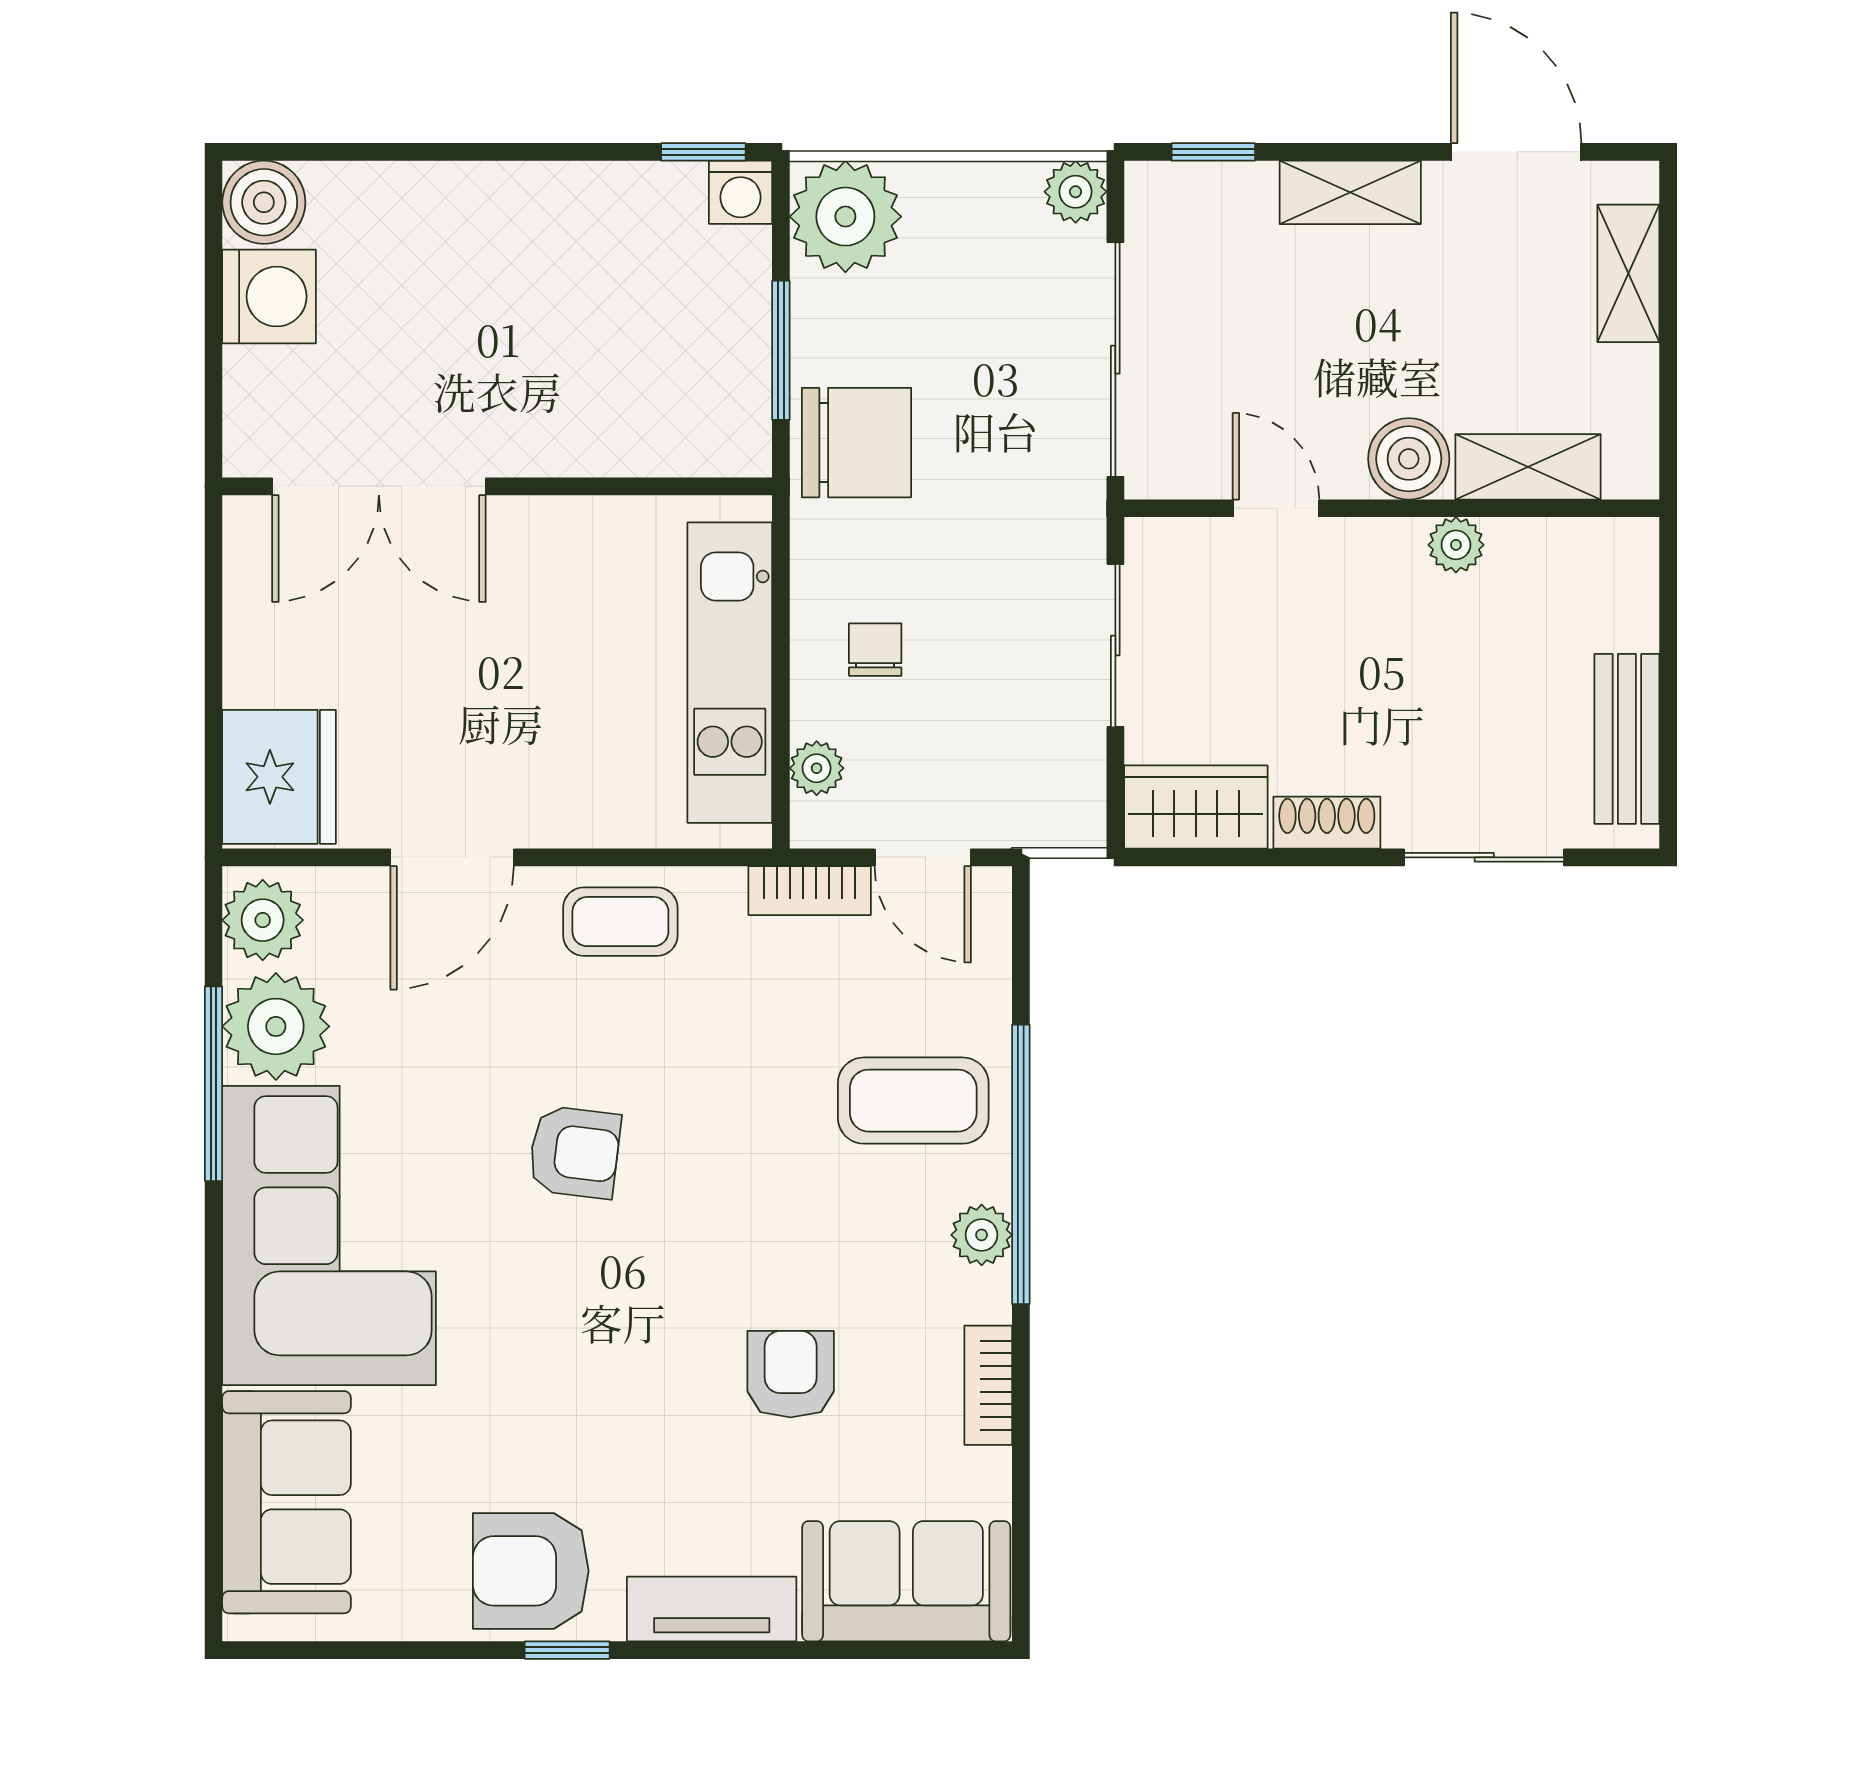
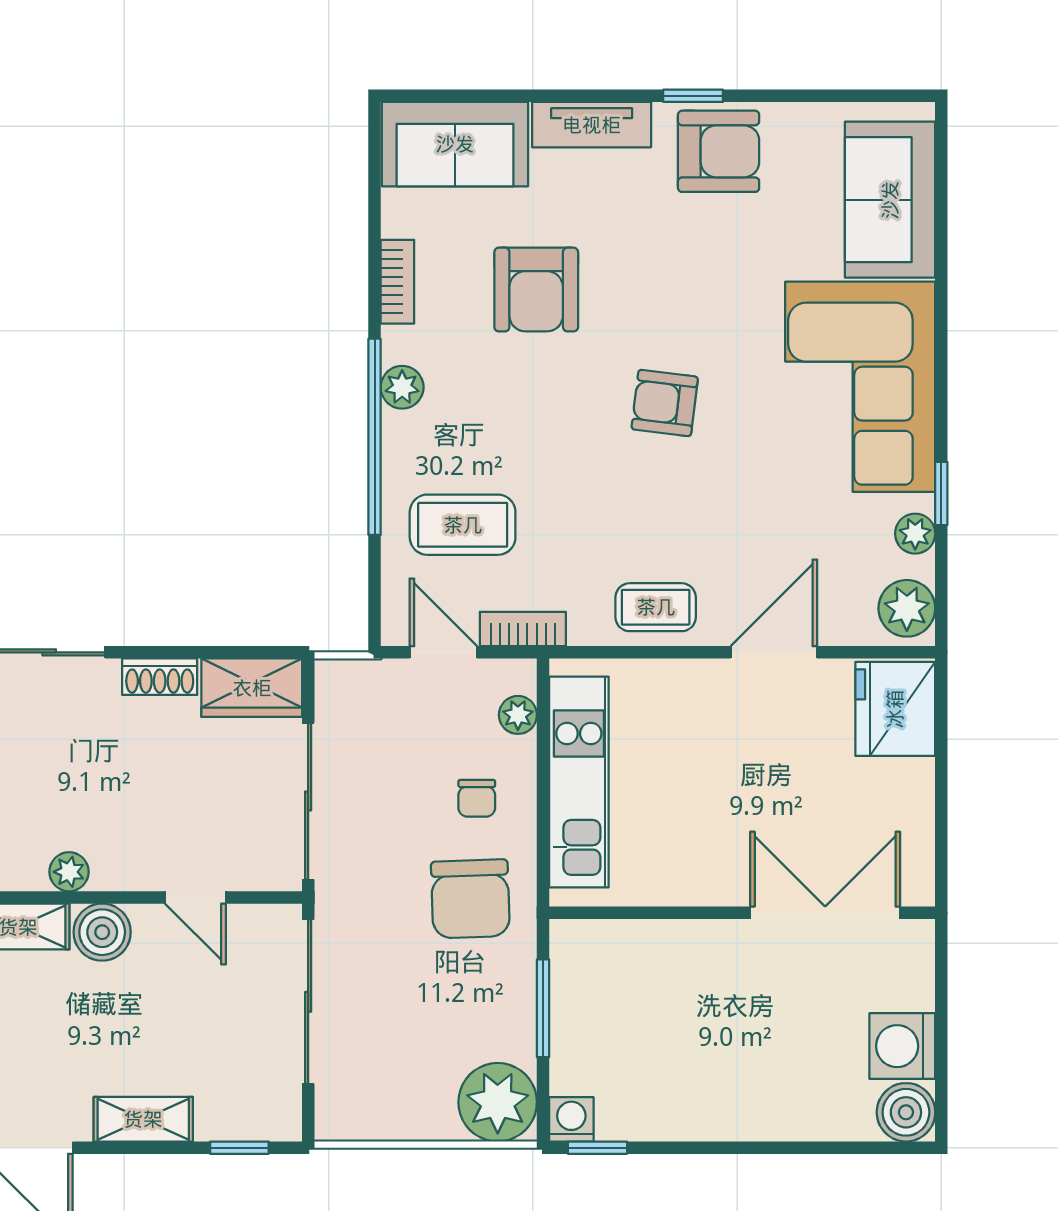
plant: (1076, 192) -> (336, 1120), removed
chair: (857, 443) -> (470, 899), moved, turned -92
sliding door: (1115, 646) -> (308, 801), width x1.37
plant: (276, 1026) -> (915, 534), width x0.53, depth x0.53
window: (214, 1084) -> (941, 493), width x0.46
coffee table: (913, 1101) -> (463, 525), moved
armchair: (575, 1152) -> (665, 403), moved
armchair: (791, 1374) -> (536, 290), width x1.38, depth x1.38

